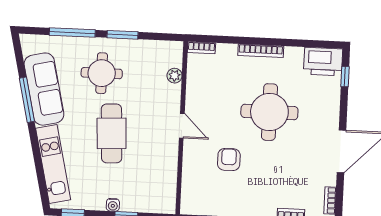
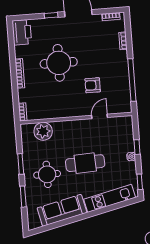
window: (72, 32) -> (23, 197), width x0.69
plant: (175, 76) -> (43, 131), width x1.88, depth x1.88
window: (345, 77) -> (51, 15), moved
window: (27, 100) -> (70, 221), removed
door: (182, 126) -> (100, 116), moved

